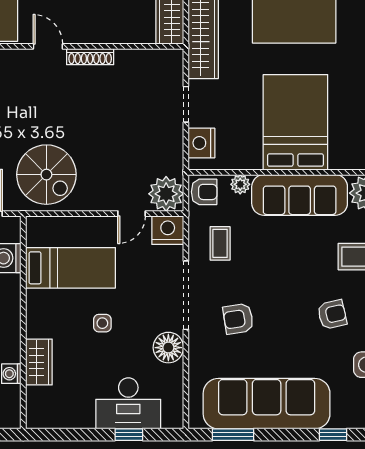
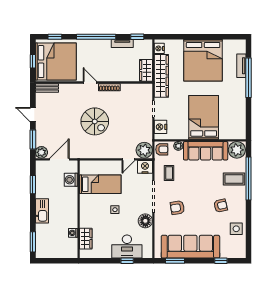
spiral stairs: (46, 175) -> (95, 121), moved
wardrobe: (39, 362) -> (86, 239), moved

